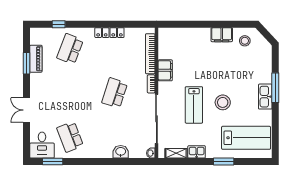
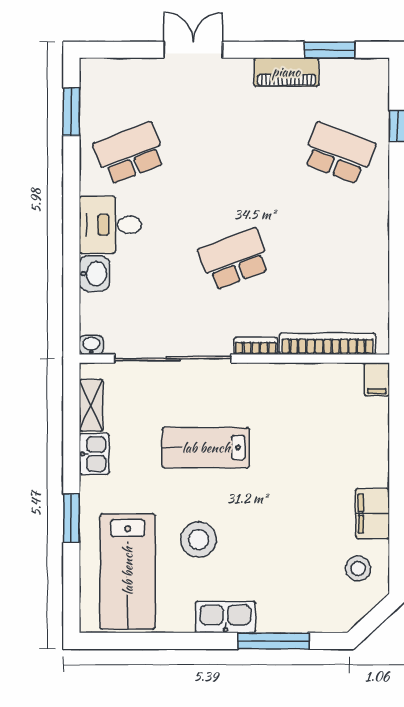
locker: (109, 33) -> (378, 247), removed
piano: (36, 59) -> (286, 72), moved
window: (27, 63) -> (329, 50), moved
filing cabinet: (165, 70) -> (377, 379), moved, width x0.50
window: (275, 88) -> (273, 641), moved
school desk: (115, 93) -> (234, 259), turned -39
stool: (223, 102) -> (198, 539), moved
desk: (42, 145) -> (110, 225), moved

